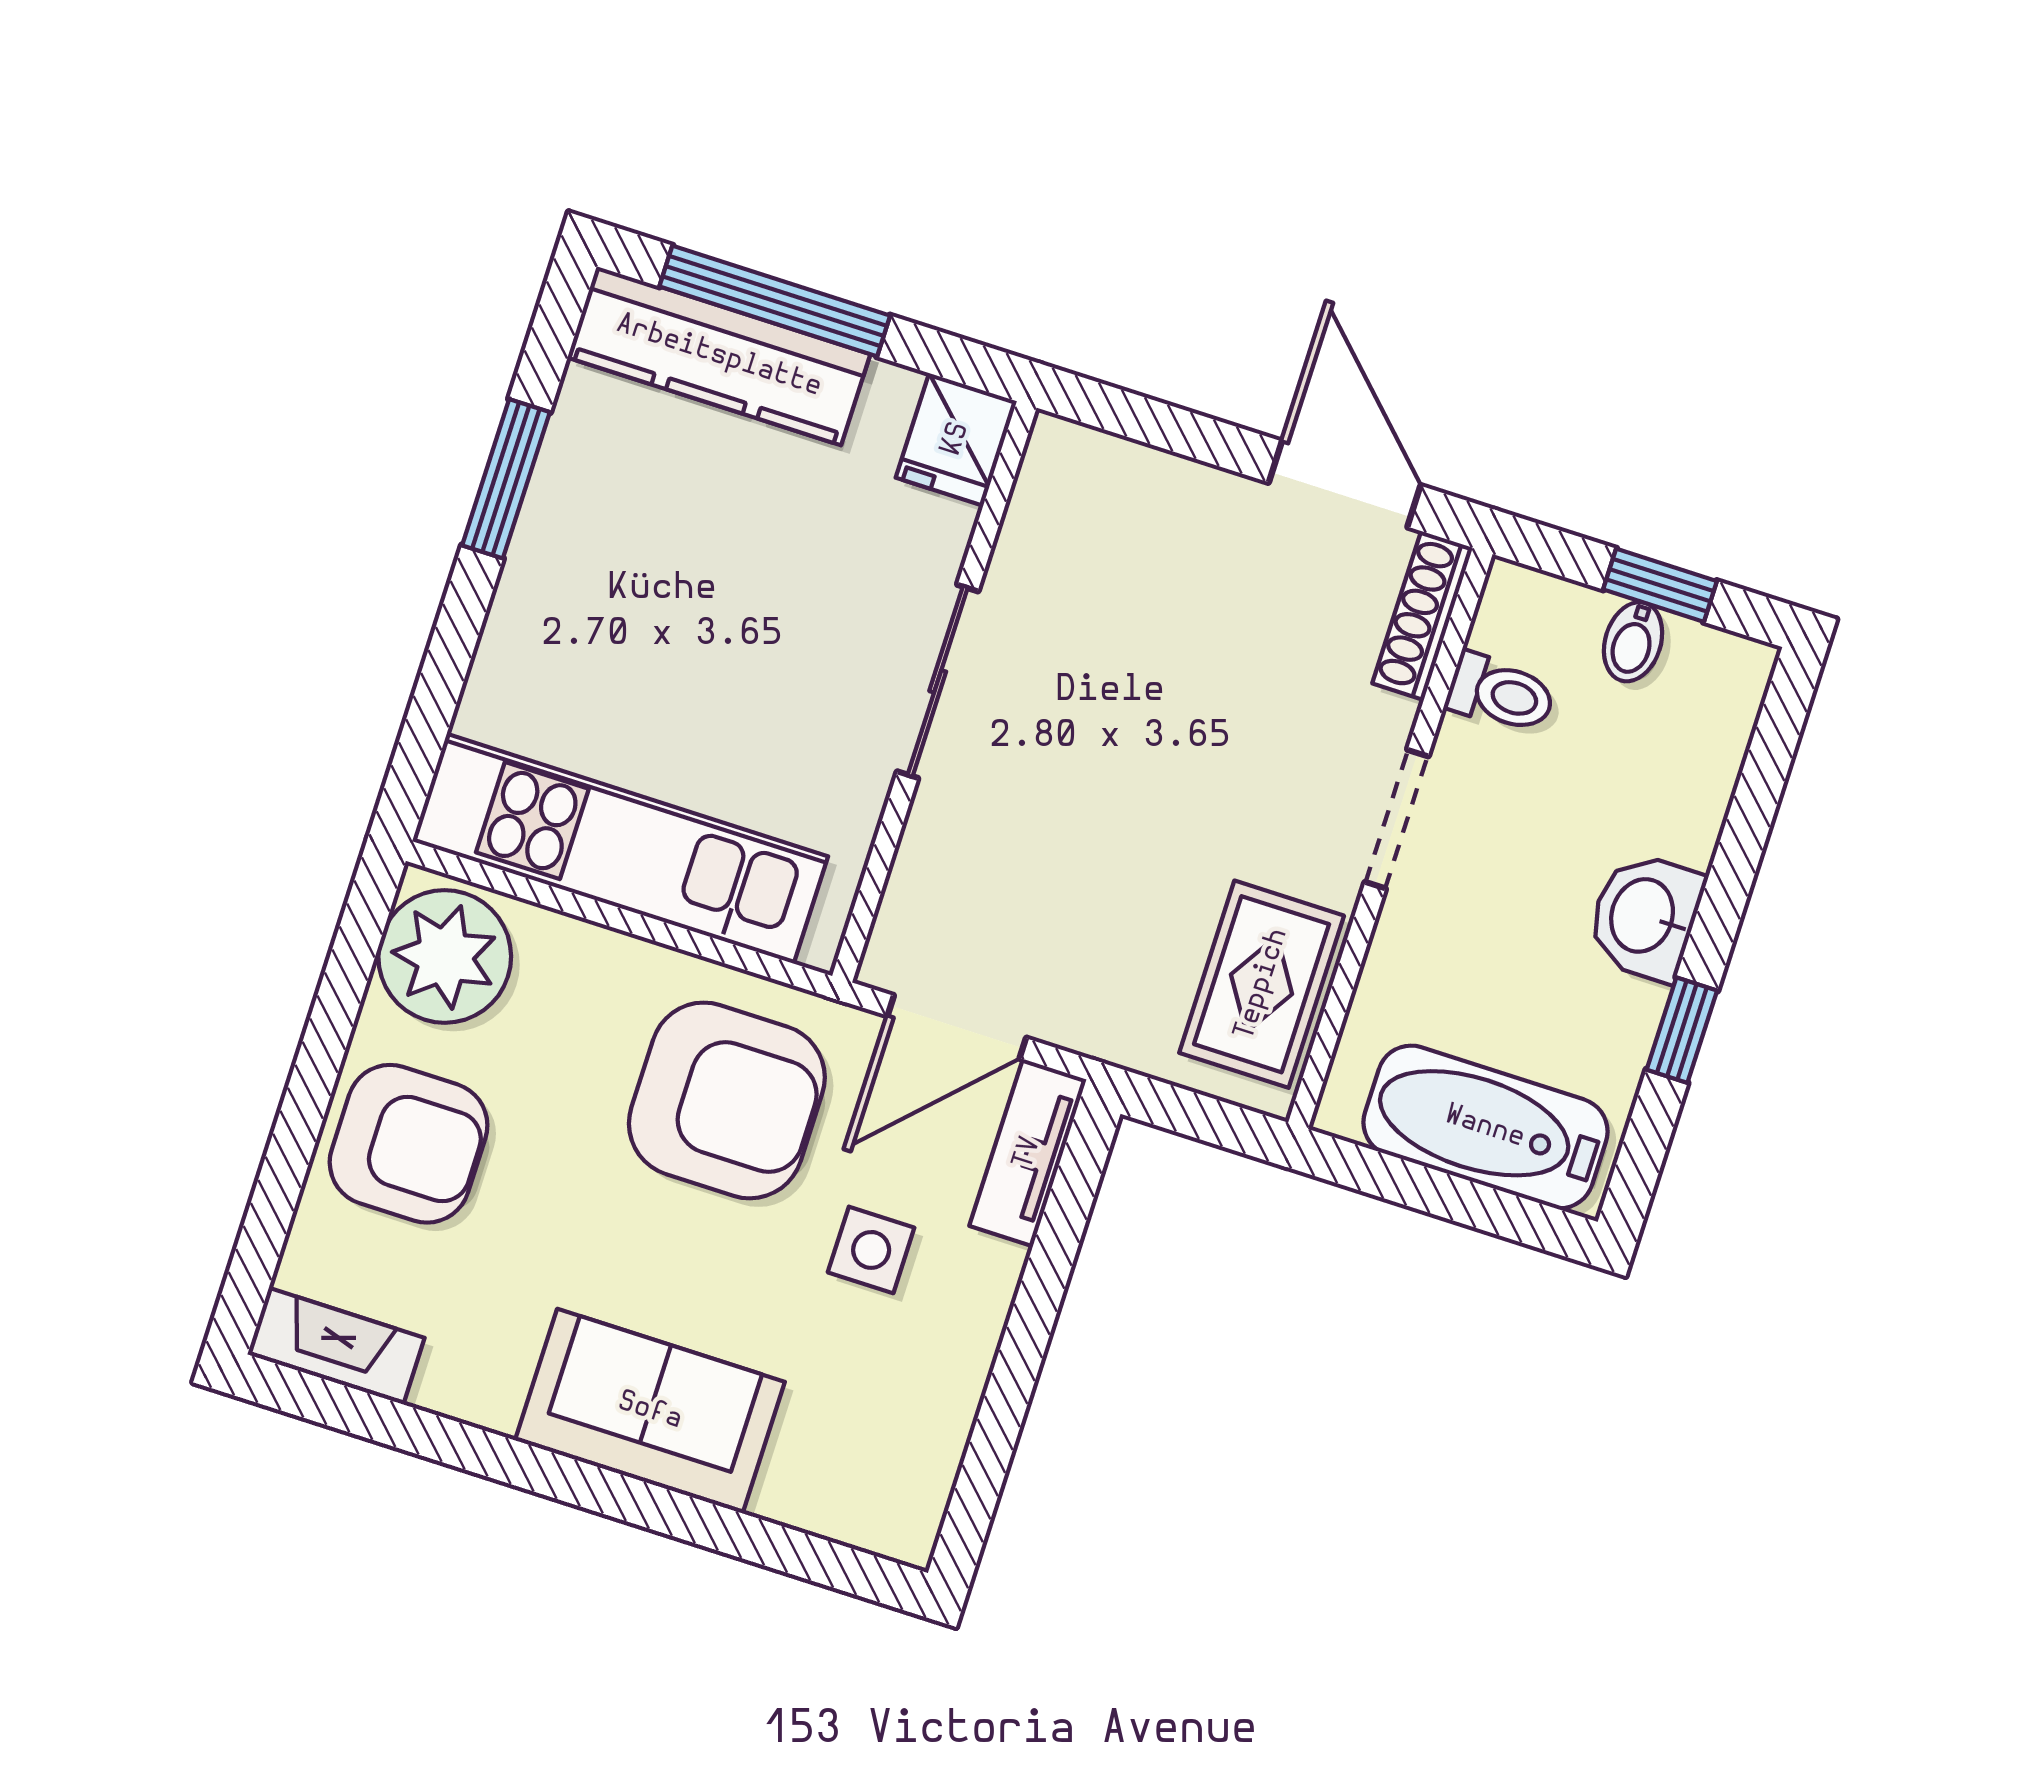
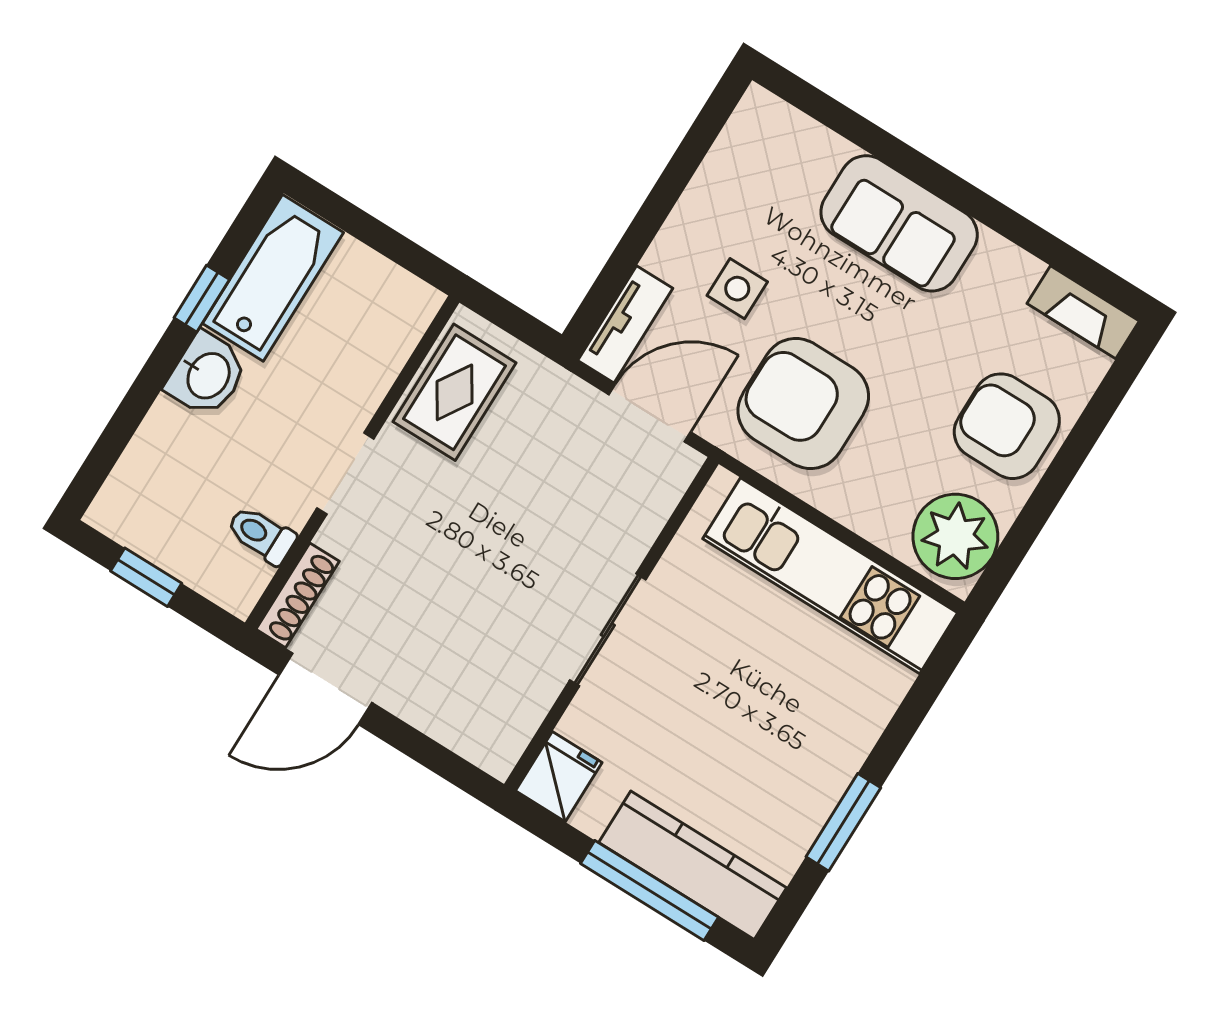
door: (1345, 484) -> (325, 689), hinge flipped
bidet: (1633, 642) -> (172, 546), removed
bathtub: (1485, 1127) -> (273, 278), moved, turned -90

